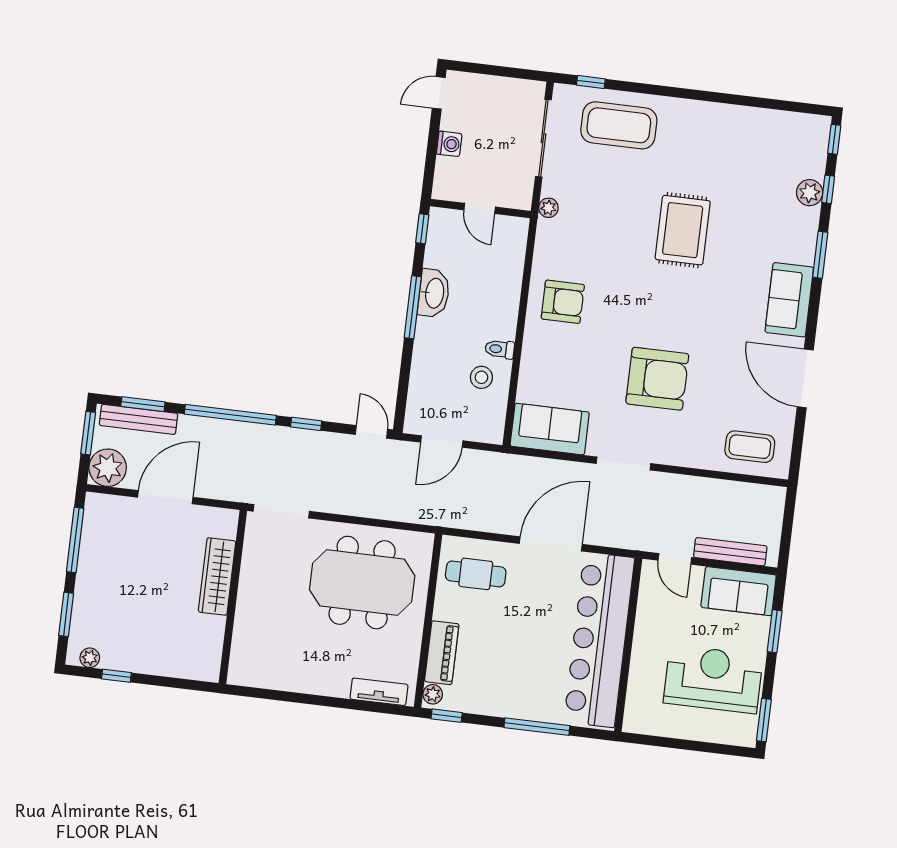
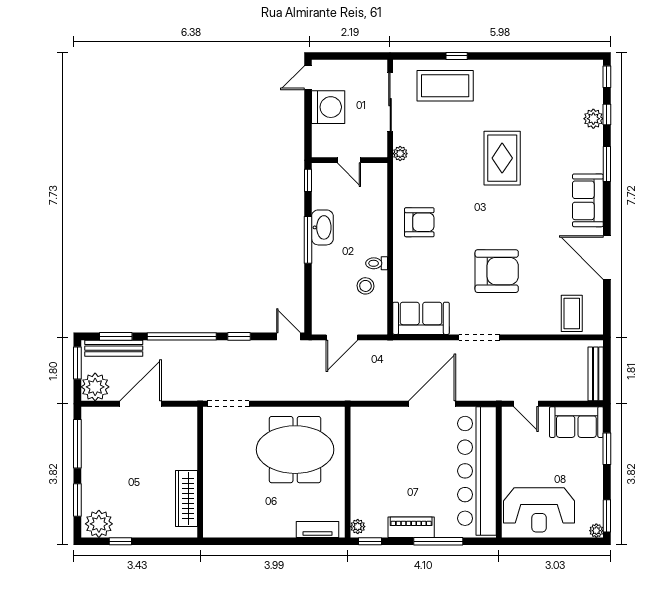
window: (591, 82) -> (457, 56), moved
washing machine: (449, 144) -> (328, 107), width x1.89, depth x1.89
coffee table: (750, 447) -> (572, 313), turned 90
bench: (730, 552) -> (596, 374), moved, turned 90
cafe table: (476, 574) -> (379, 433), removed
wardrobe: (217, 576) -> (186, 498), moved
piano: (442, 653) -> (411, 527), moved, turned -90
plant: (90, 658) -> (99, 524), width x1.88, depth x1.88
reception desk: (713, 679) -> (539, 510), moved, turned 180
plant: (747, 738) -> (596, 531), added

